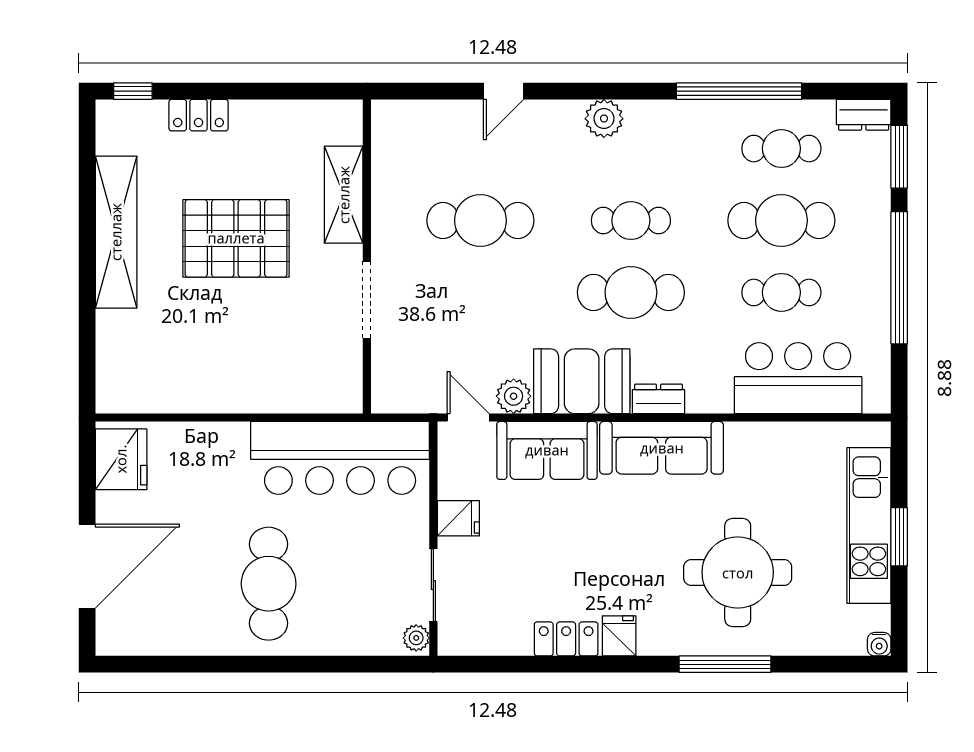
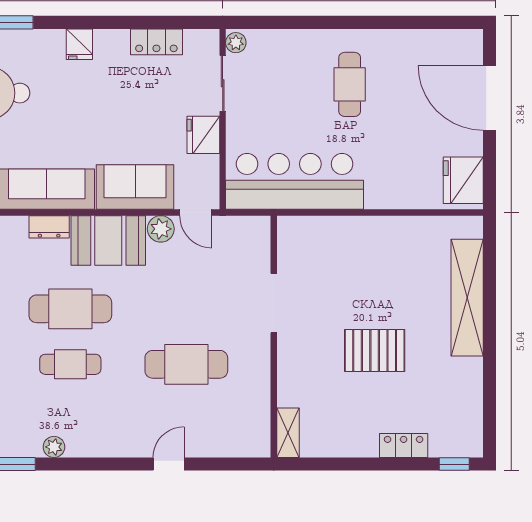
plant: (604, 119) -> (54, 447), moved, width x0.73, depth x0.73
shelving: (344, 195) -> (288, 433), moved, width x0.67, depth x0.75
shelving: (116, 232) -> (467, 298), moved
pallet: (236, 238) -> (375, 351), width x0.73, depth x0.71
fridge: (458, 518) -> (203, 135), width x1.38
door: (87, 566) -> (489, 98), hinge flipped
cafe table: (269, 584) -> (350, 84), width x0.73, depth x0.74
locker: (566, 639) -> (156, 42), moved

